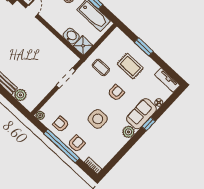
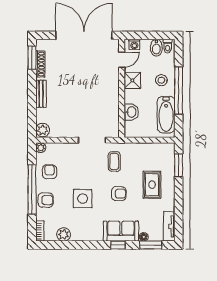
shower: (83, 46) -> (132, 80), moved
window: (144, 47) -> (179, 165), moved
coffee table: (101, 67) -> (114, 162), moved
plant: (20, 95) -> (43, 130), moved
window: (168, 103) -> (151, 245), added
plant: (129, 132) -> (64, 234), moved

